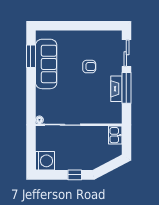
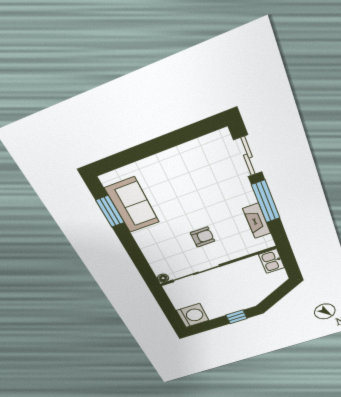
sofa: (46, 64) -> (132, 205), width x0.73
armchair: (89, 67) -> (203, 237), moved
fireplace: (116, 89) -> (257, 221), moved

